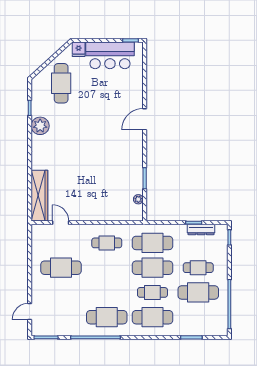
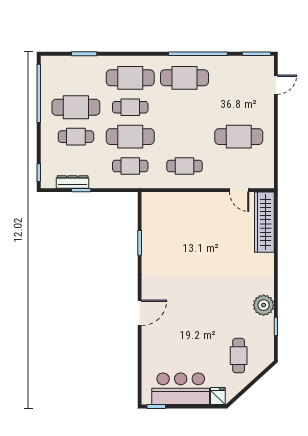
cafe table: (61, 83) -> (239, 356), width x0.73, depth x0.74
plant: (138, 199) -> (147, 218), removed
cafe table: (152, 243) -> (130, 166), width x0.73, depth x0.74

